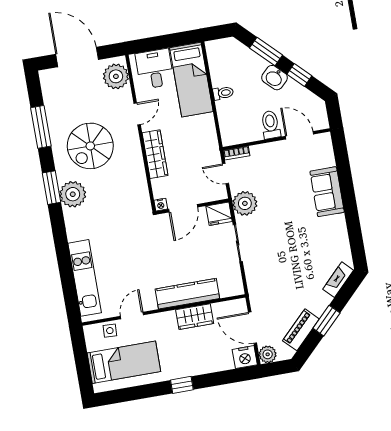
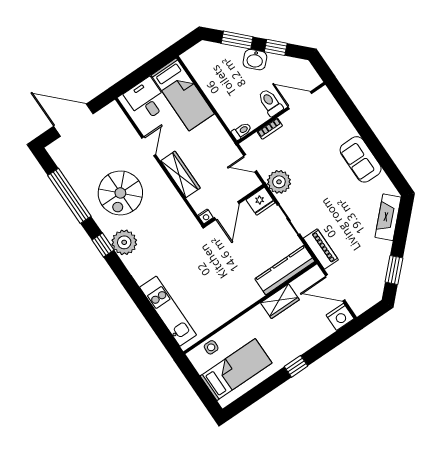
plant: (116, 76) -> (115, 122), removed
toilet: (223, 93) -> (242, 131), moved
window: (41, 127) -> (69, 196), width x1.46
bookcase: (237, 153) -> (270, 129), moved
window: (51, 188) -> (103, 245), width x0.67
sofa: (327, 192) -> (361, 159), moved
fireplace: (338, 280) -> (388, 217), width x1.37, depth x1.32
kitchen counter: (187, 294) -> (285, 270), moved
door: (132, 316) -> (225, 325), removed
window: (326, 321) -> (394, 270), moved
piano: (301, 330) -> (321, 249), moved, turned 135
plant: (268, 354) -> (359, 305), removed

